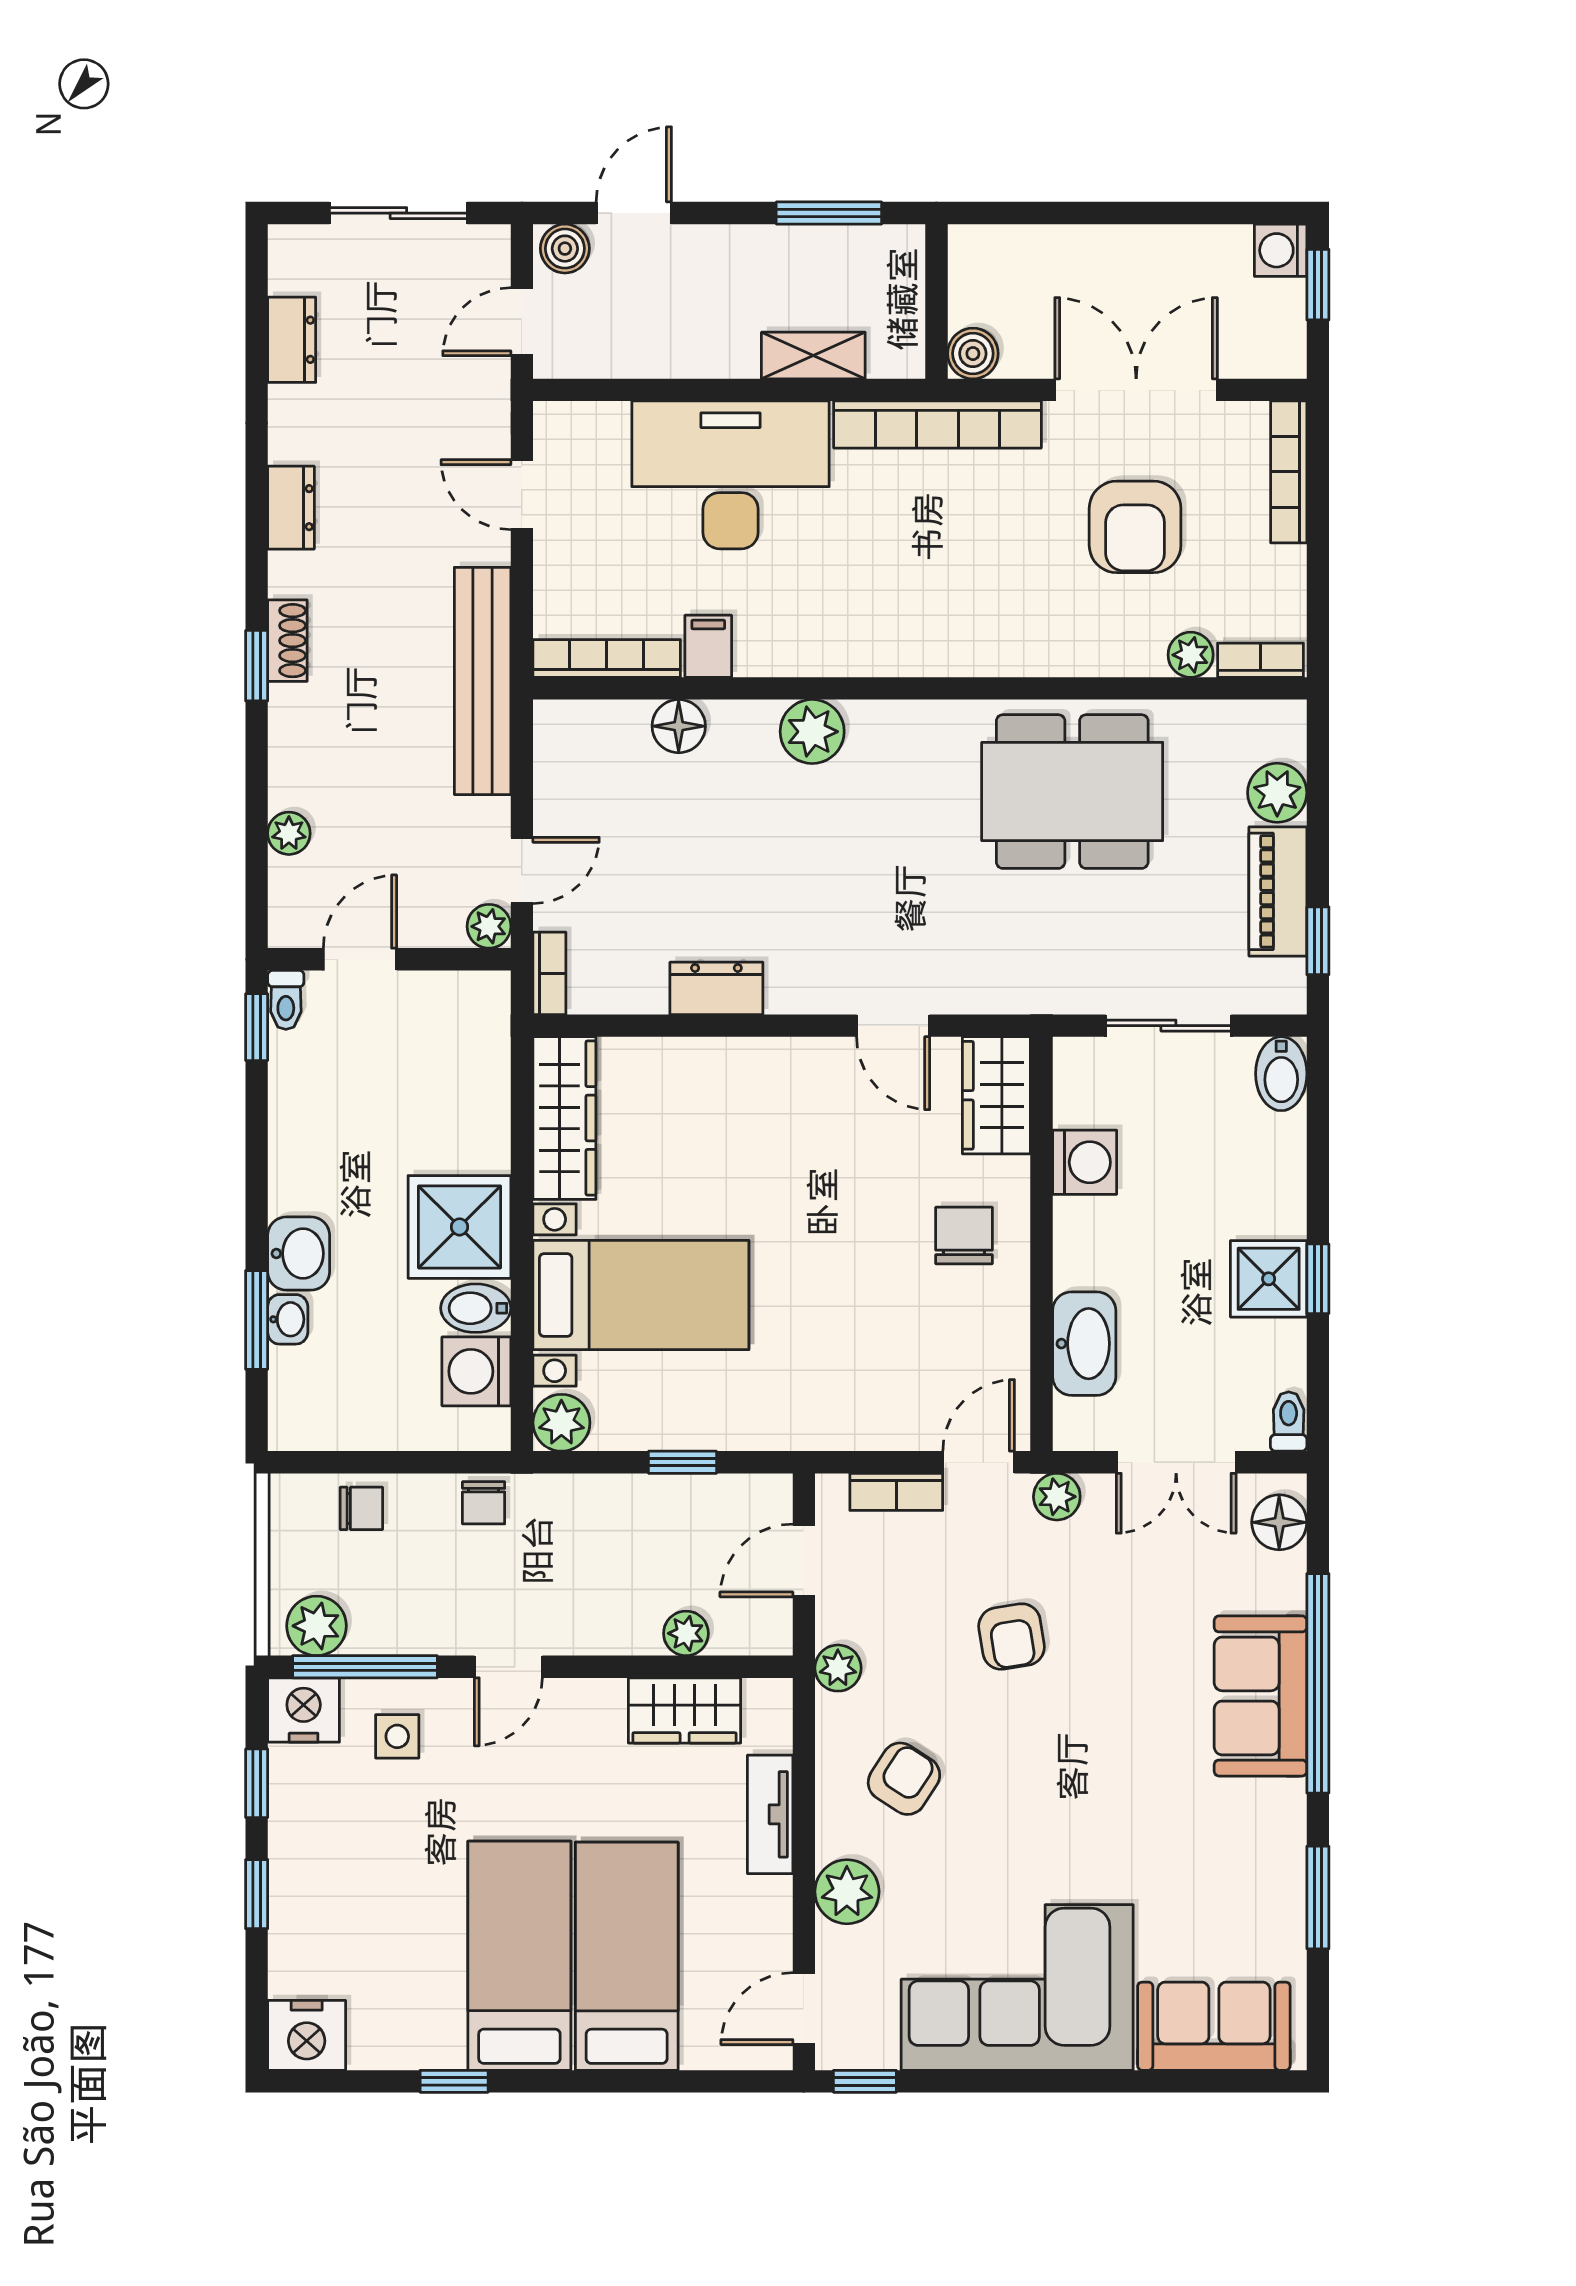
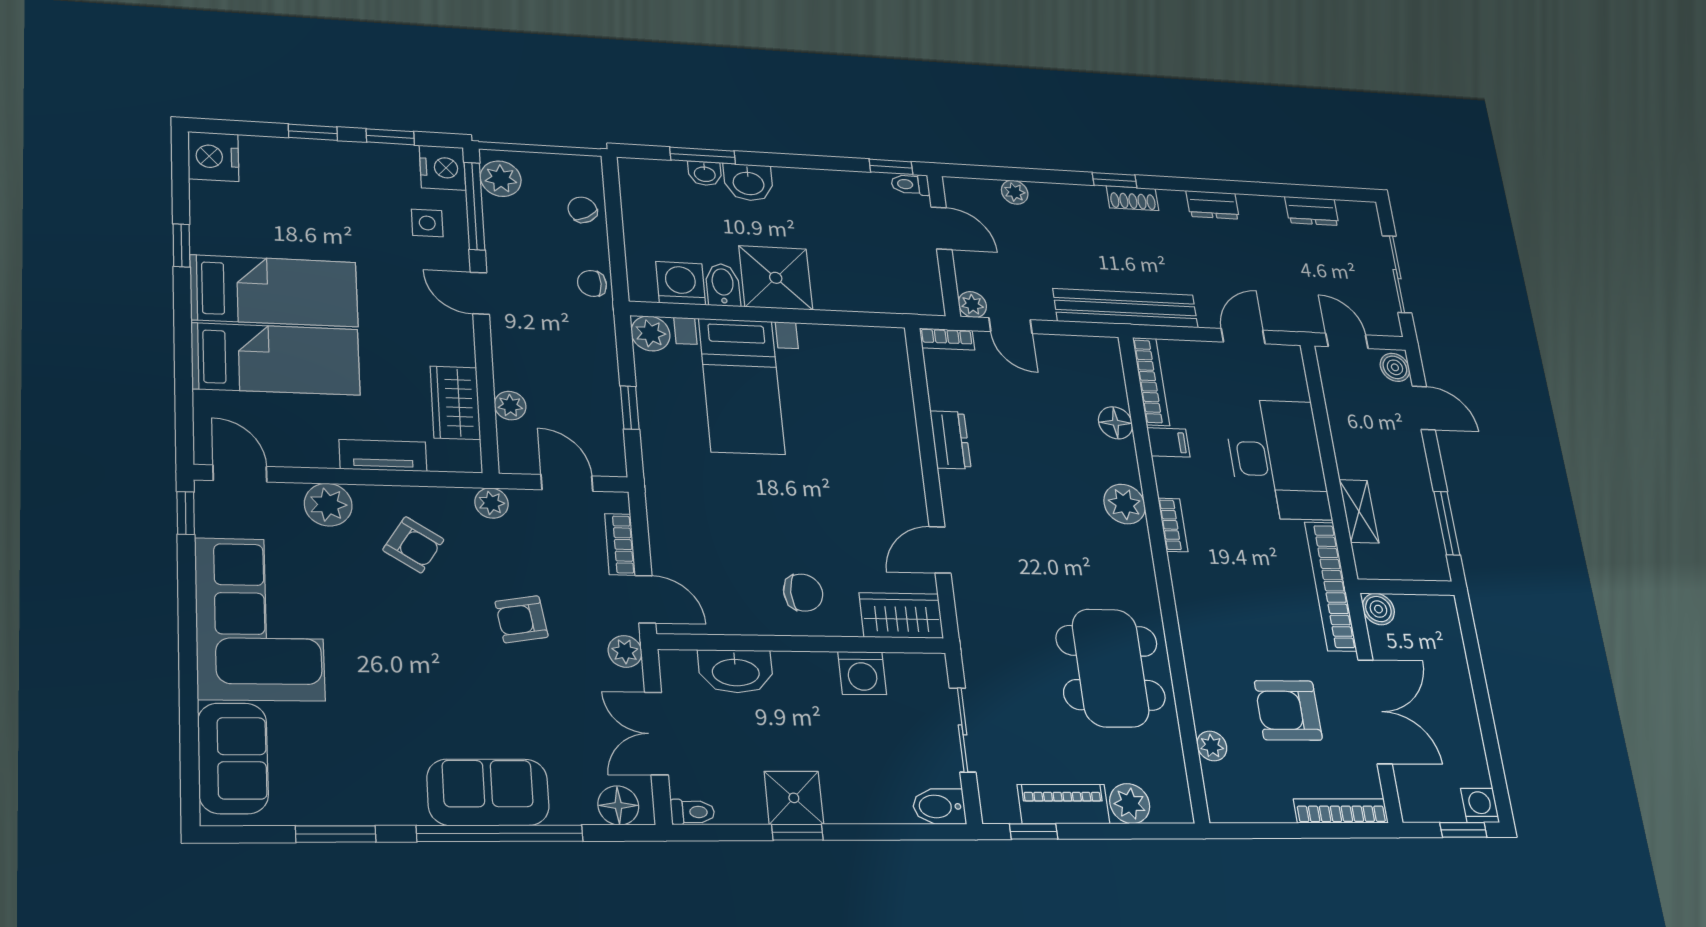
bookcase: (1261, 660) -> (1173, 525), moved
wardrobe: (564, 1118) -> (854, 344), removed
chair: (361, 1508) -> (583, 210), turned 151

